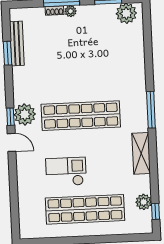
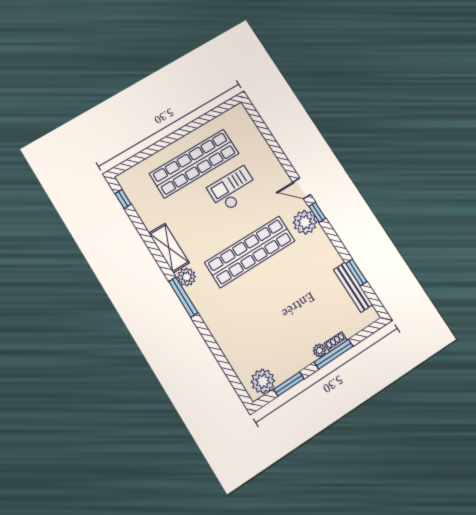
checkout: (66, 172) -> (233, 189), turned 180
plant: (144, 202) -> (187, 277), moved

